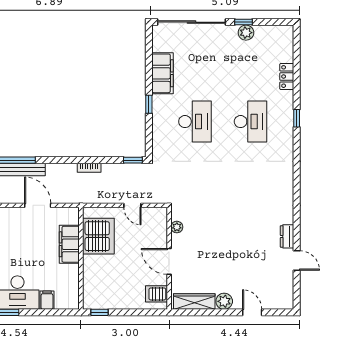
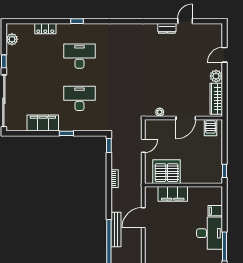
plant: (246, 33) -> (12, 39), moved

